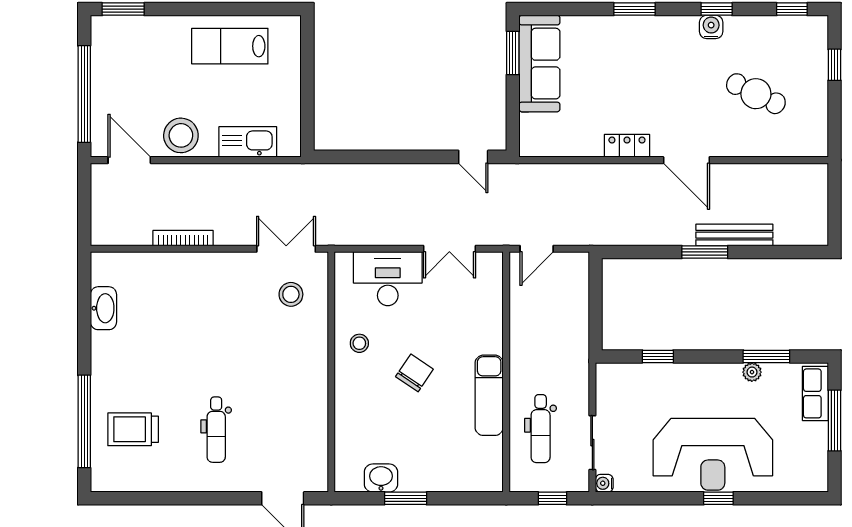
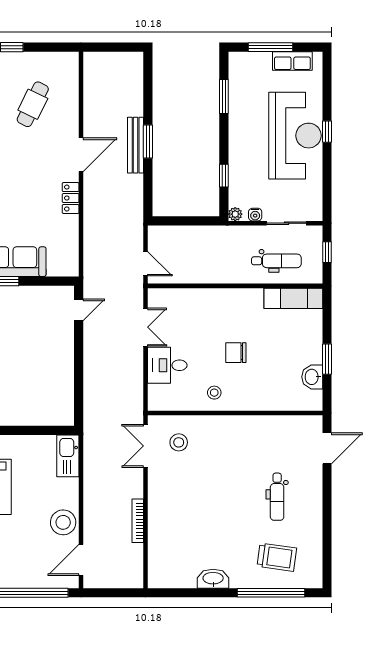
kitchen sink: (248, 142) -> (68, 456), moved
bench: (734, 235) -> (136, 145), moved
desk: (388, 279) -> (167, 365), width x0.73
washbasin: (103, 308) -> (213, 579), moved
plant: (752, 372) -> (235, 214), moved
chair: (414, 373) -> (236, 353), turned -34
row of seats: (815, 393) -> (292, 61), moved
exam couch: (489, 395) -> (293, 298), moved
trolley: (133, 429) -> (277, 557), turned -82
dental chair: (216, 430) -> (277, 497), turned 90
water cooler: (604, 483) -> (255, 215), moved

